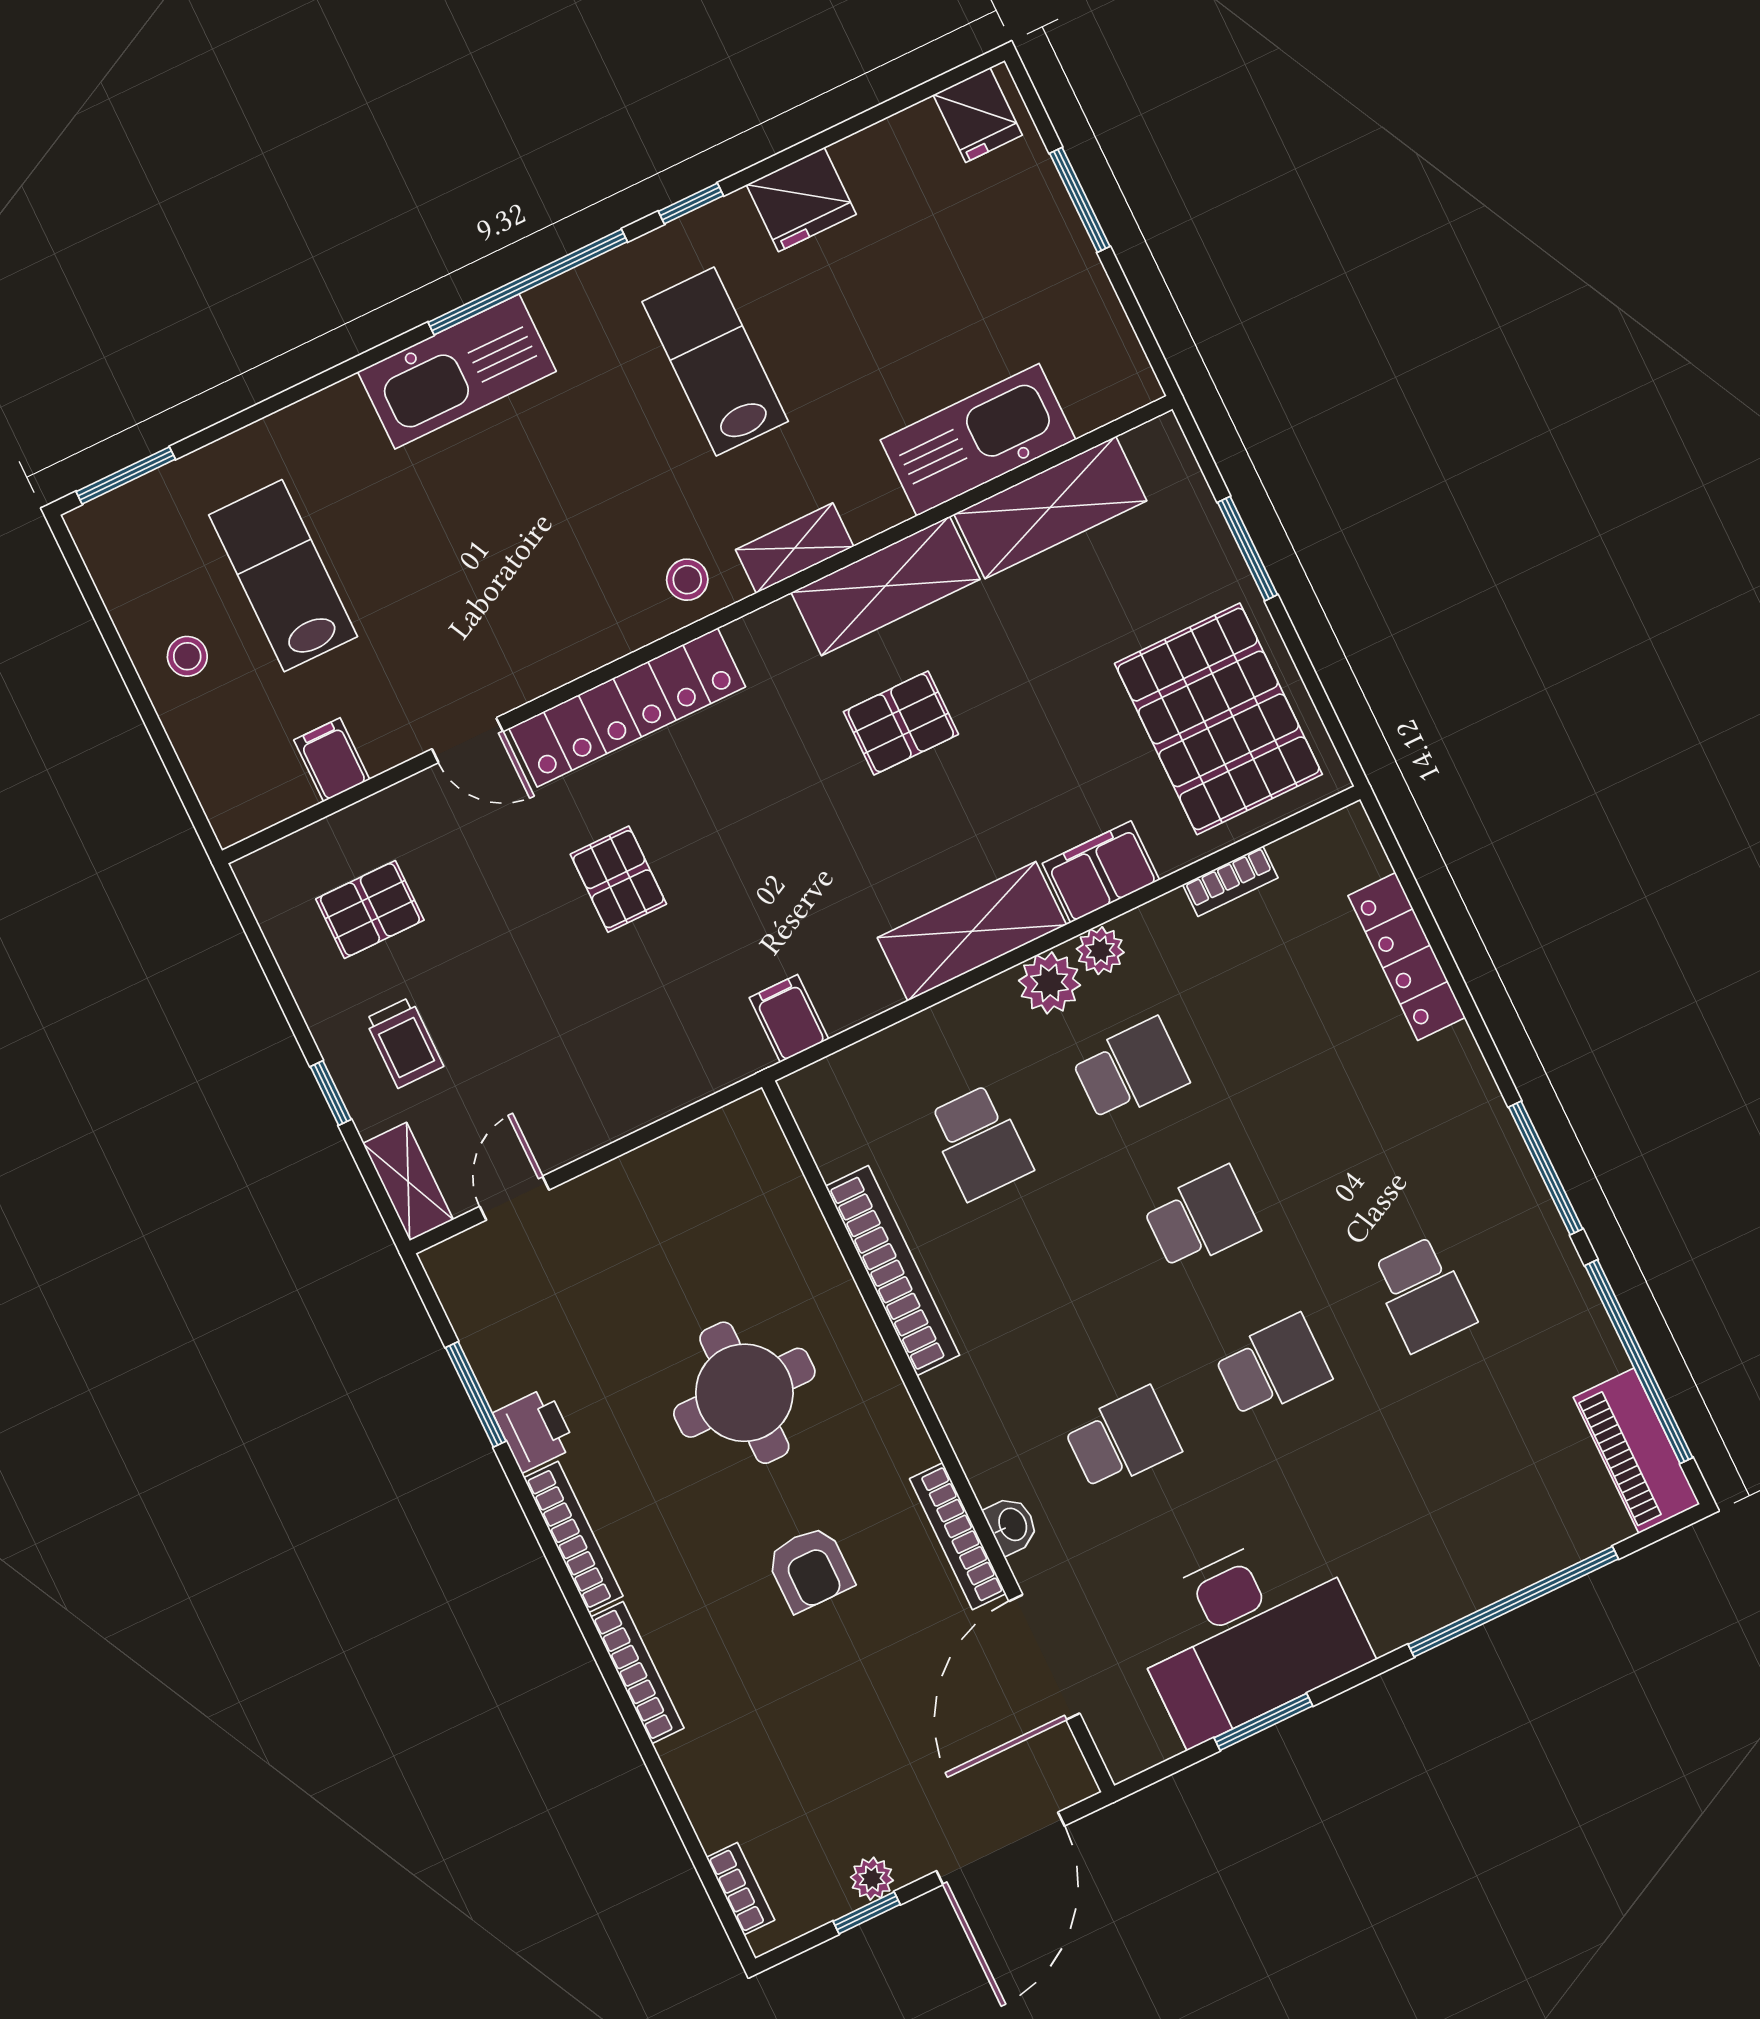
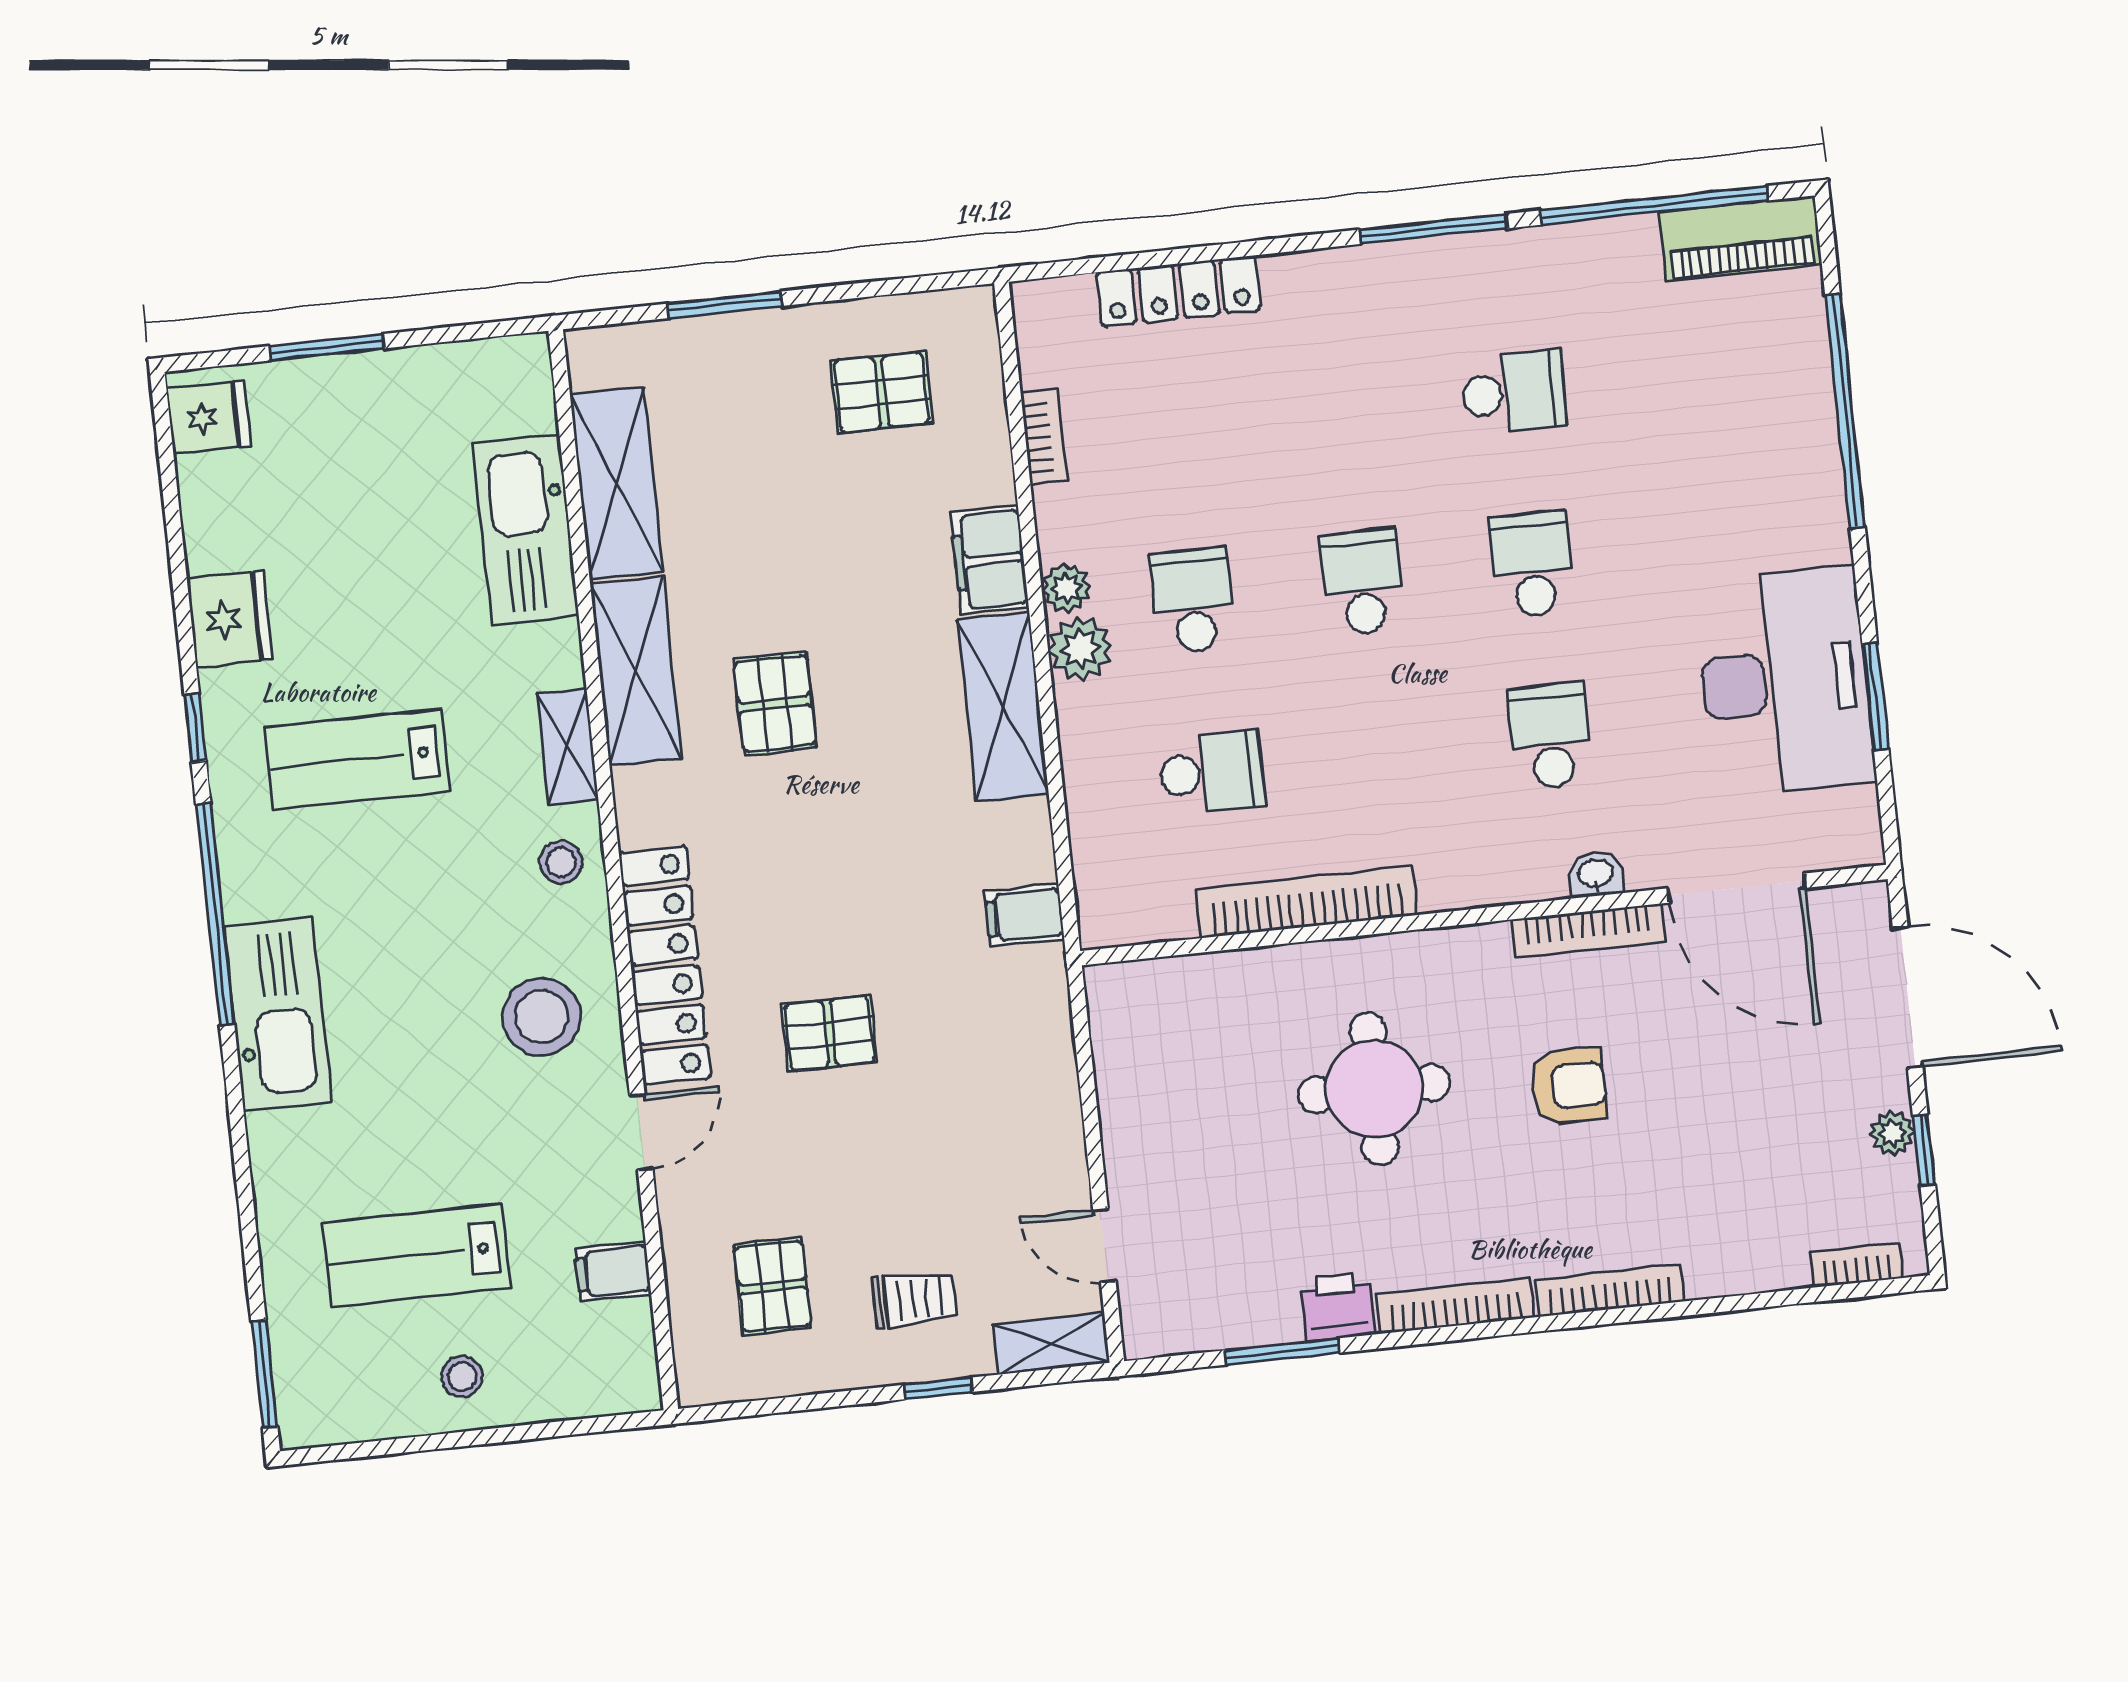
stool: (540, 612) -> (541, 1017), added
pallet: (1218, 719) -> (881, 392), width x0.49, depth x0.50

